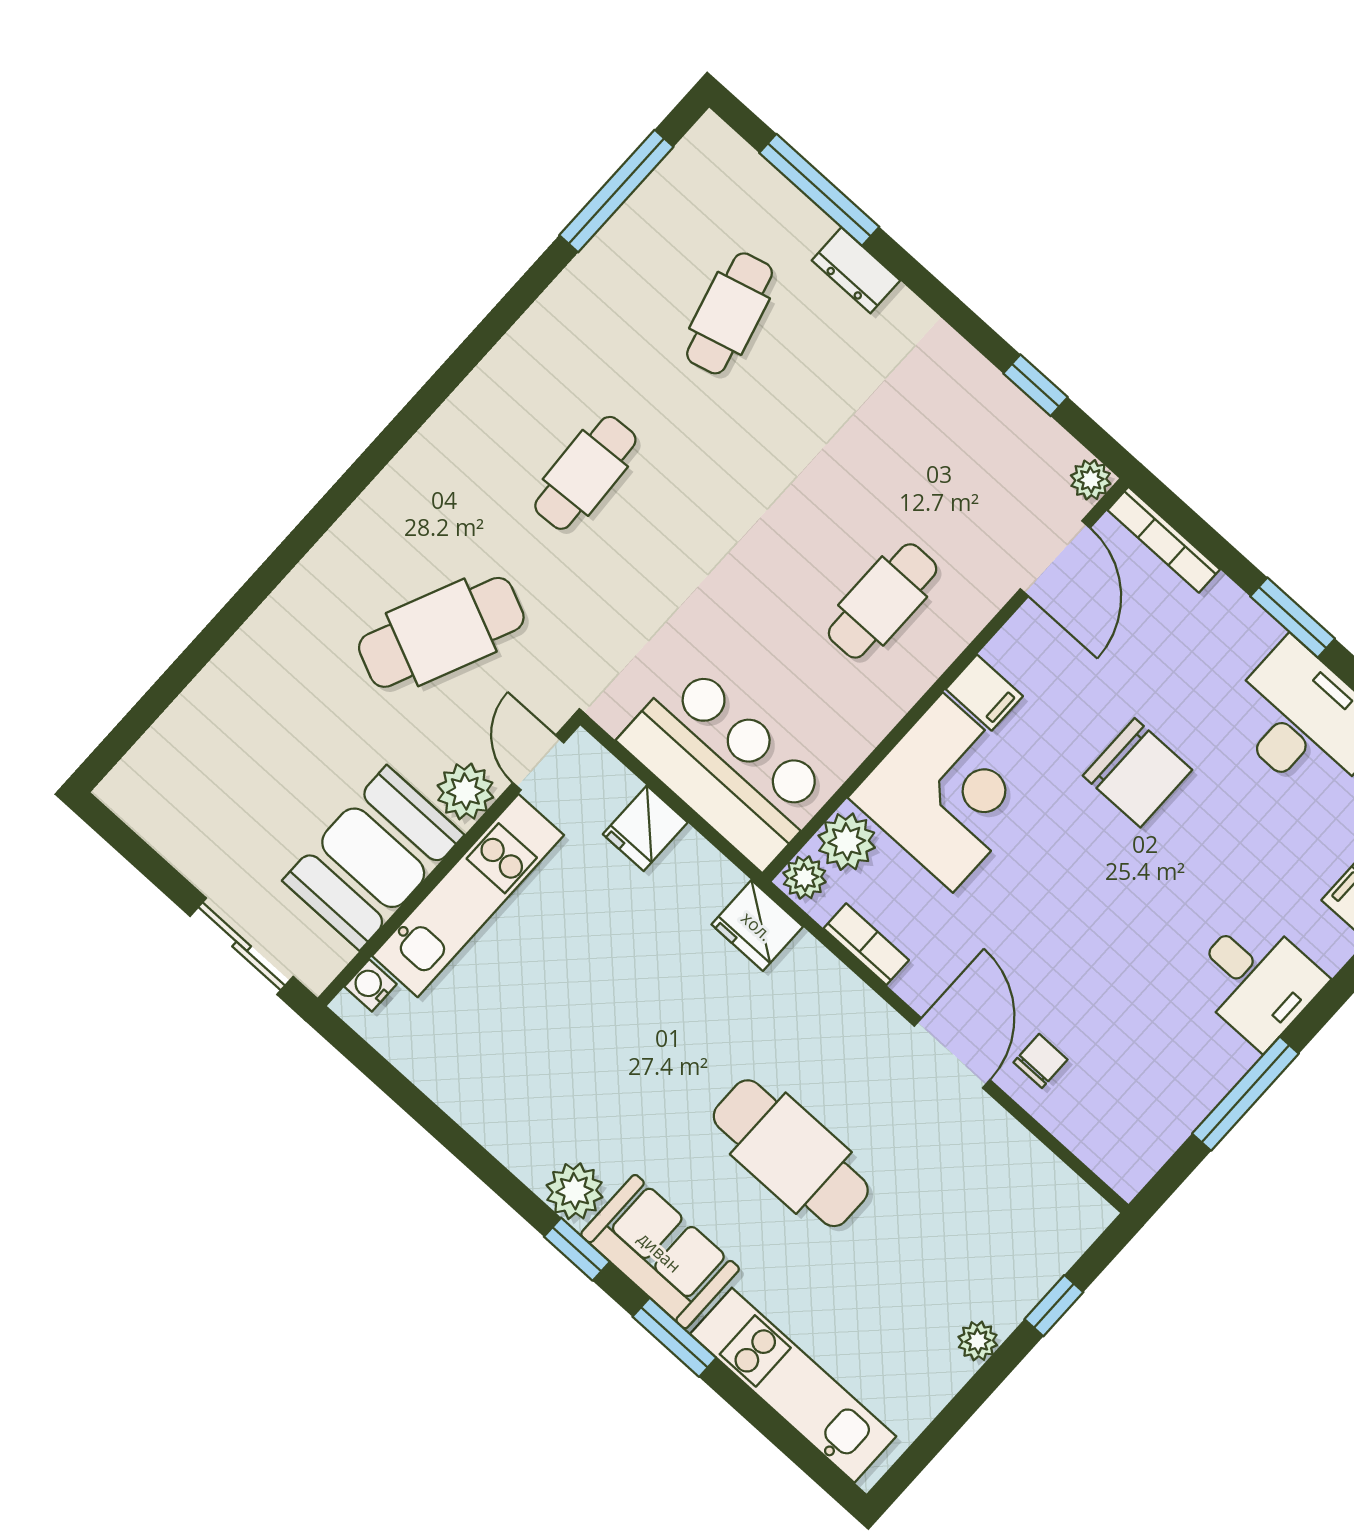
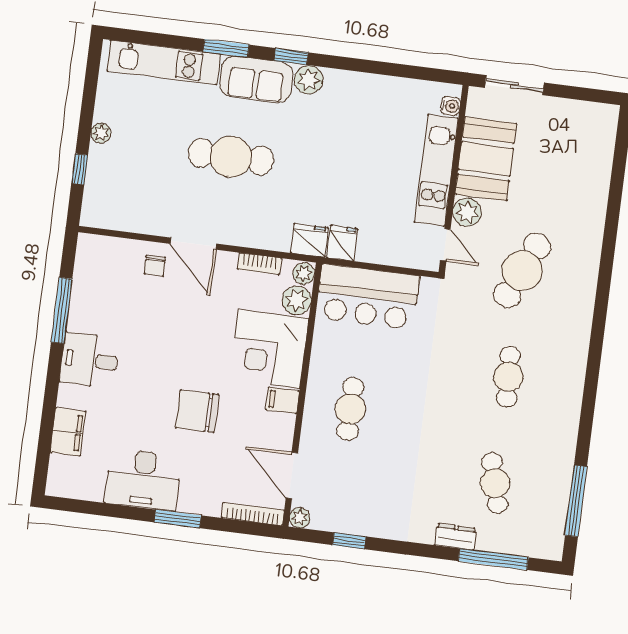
fridge: (645, 828) -> (342, 243), moved

